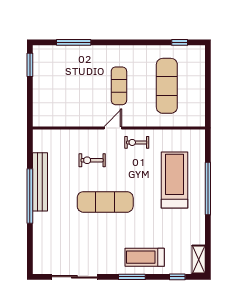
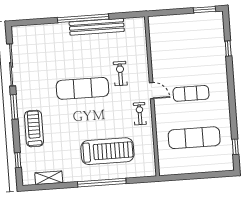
window: (74, 42) -> (228, 49), width x0.46
exercise mat: (105, 202) -> (83, 88), turned 90
shelving: (199, 260) -> (49, 178), moved
window: (132, 277) -> (14, 107), moved

